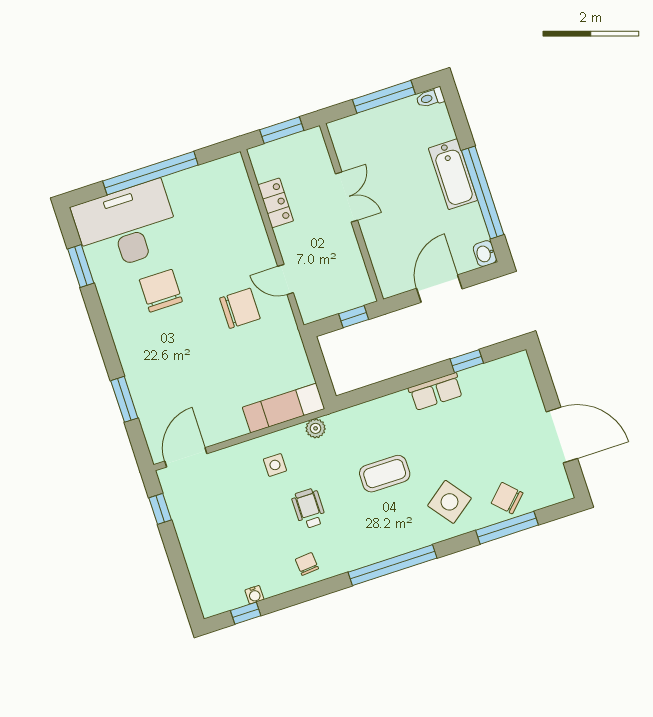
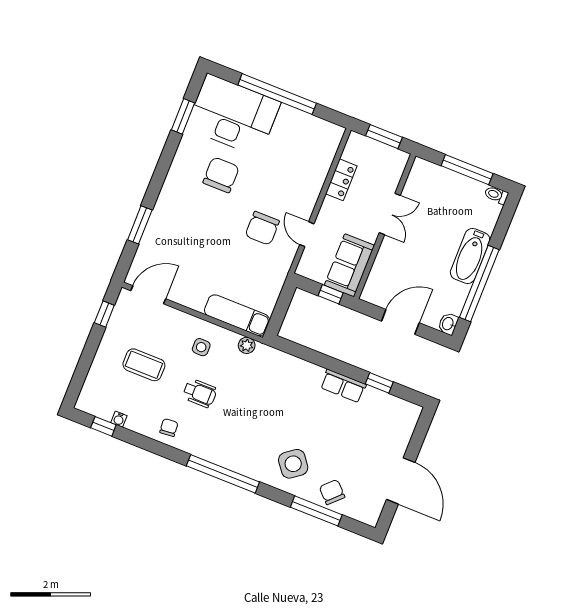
sofa: (349, 275) -> (349, 265), added
chair: (240, 308) -> (262, 228), turned 90
coffee table: (385, 474) -> (144, 365), moved
wheelchair: (309, 508) -> (200, 393), turned 90

